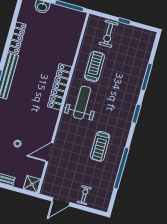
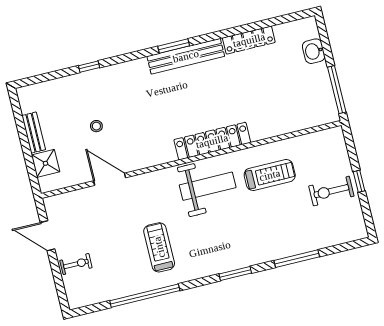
exercise bike: (108, 34) -> (331, 191), moved
treadmill: (100, 146) -> (159, 247), turned 90
shower: (32, 184) -> (46, 163), moved

